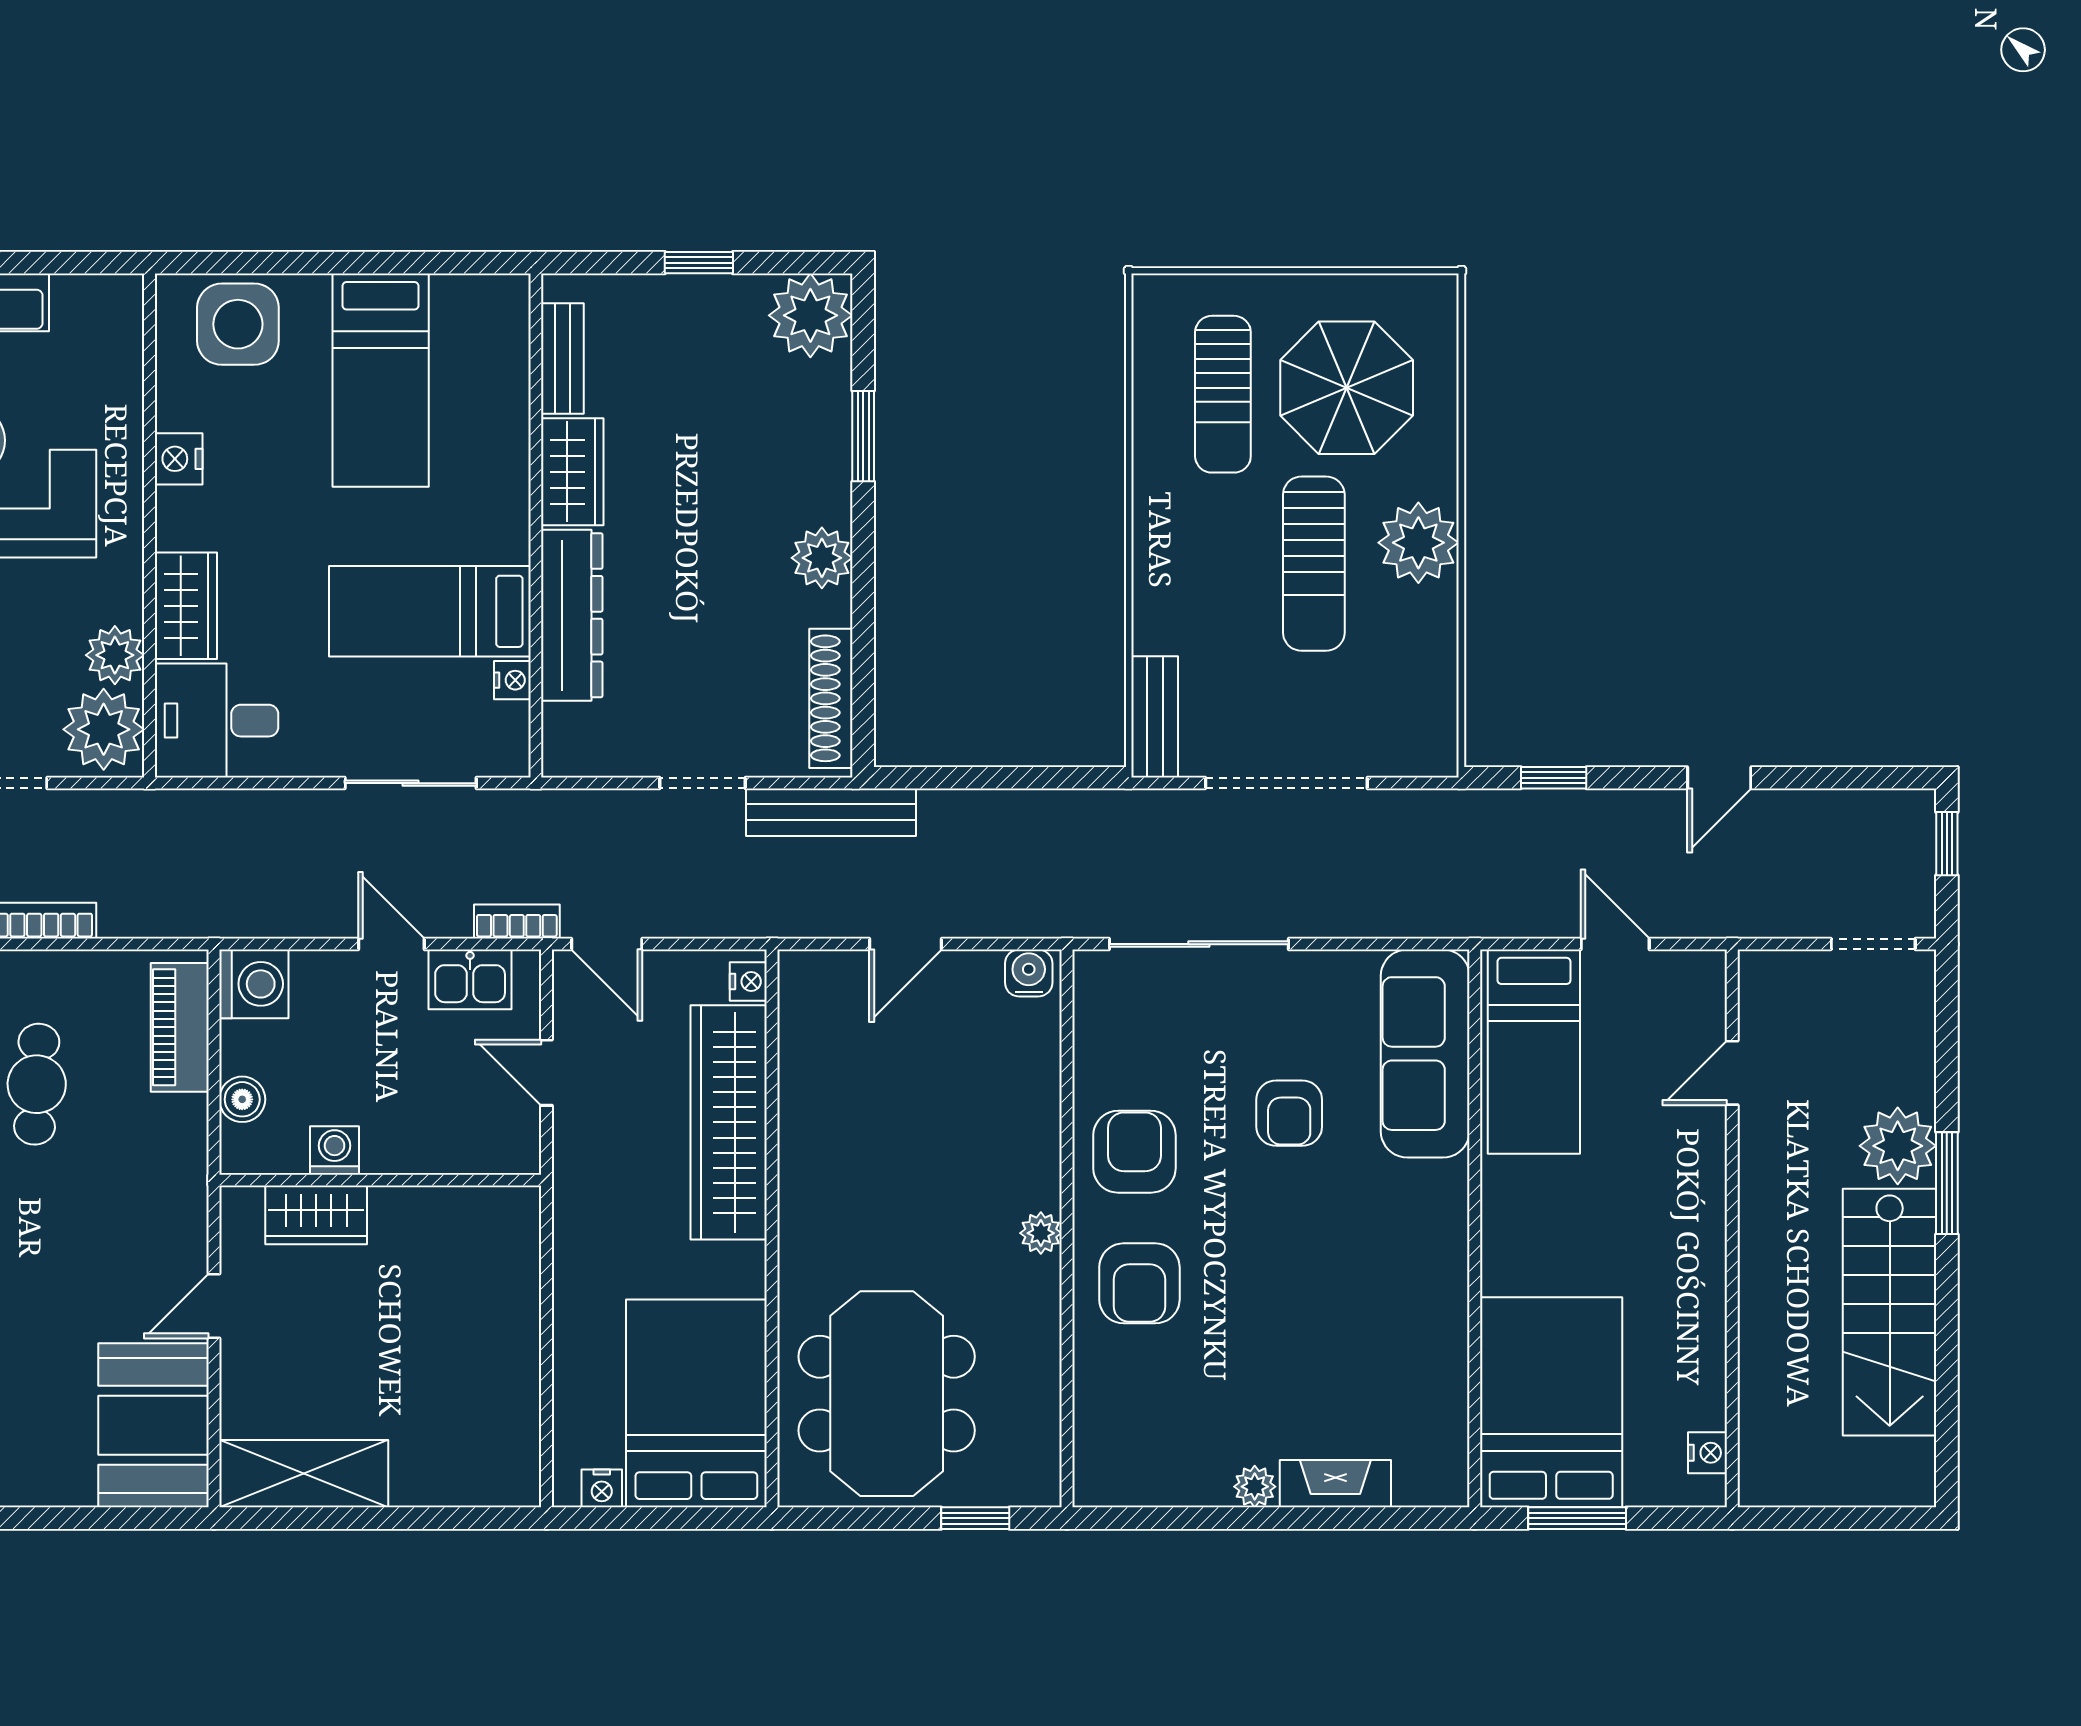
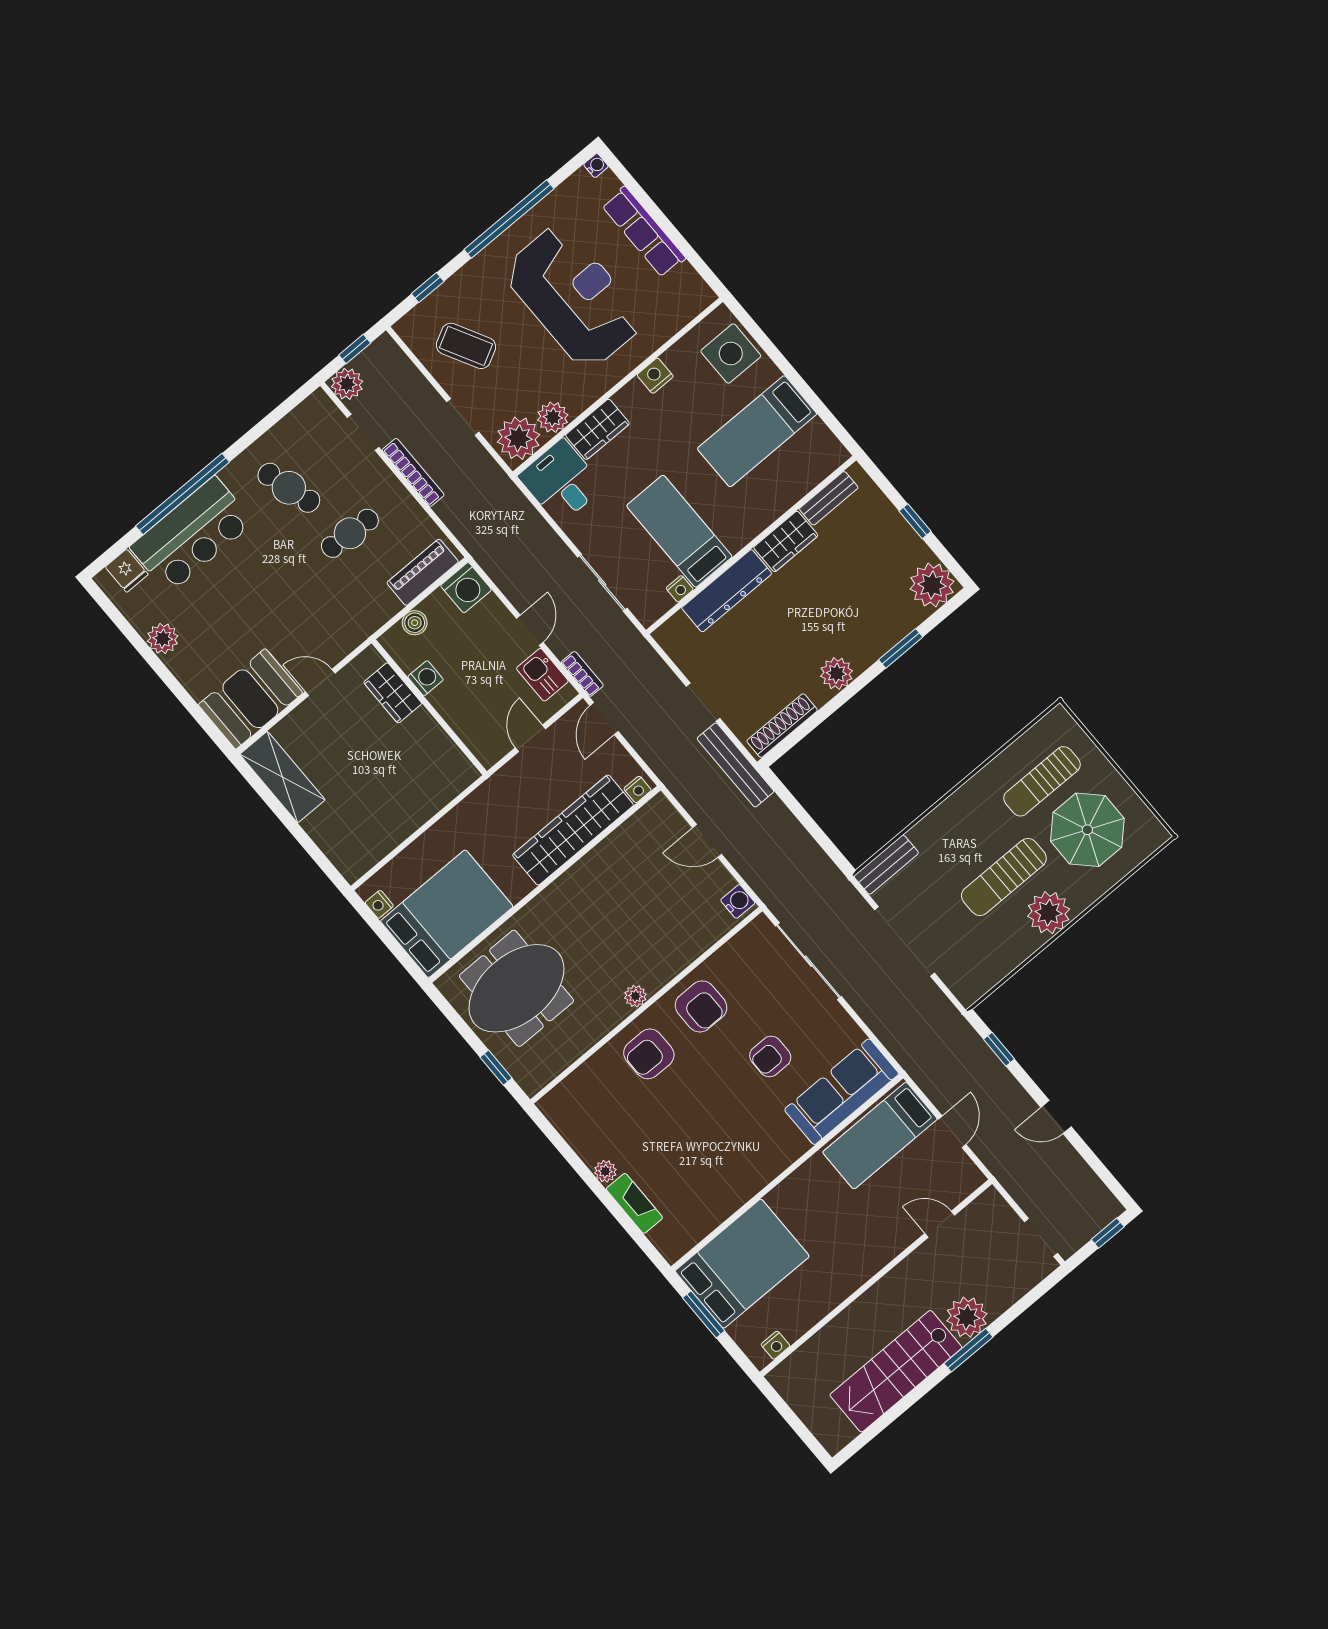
armchair: (1134, 1152) -> (701, 1006), turned 90

